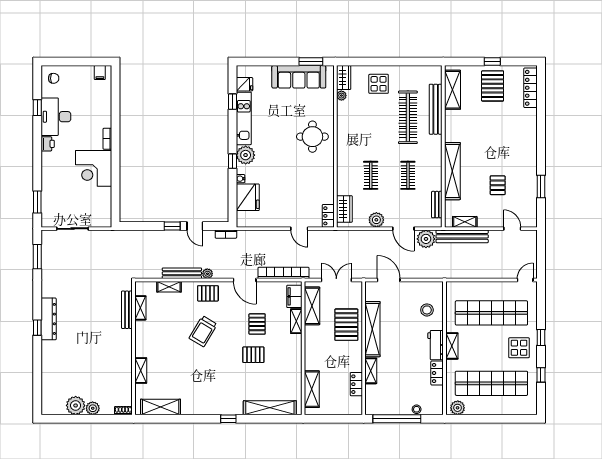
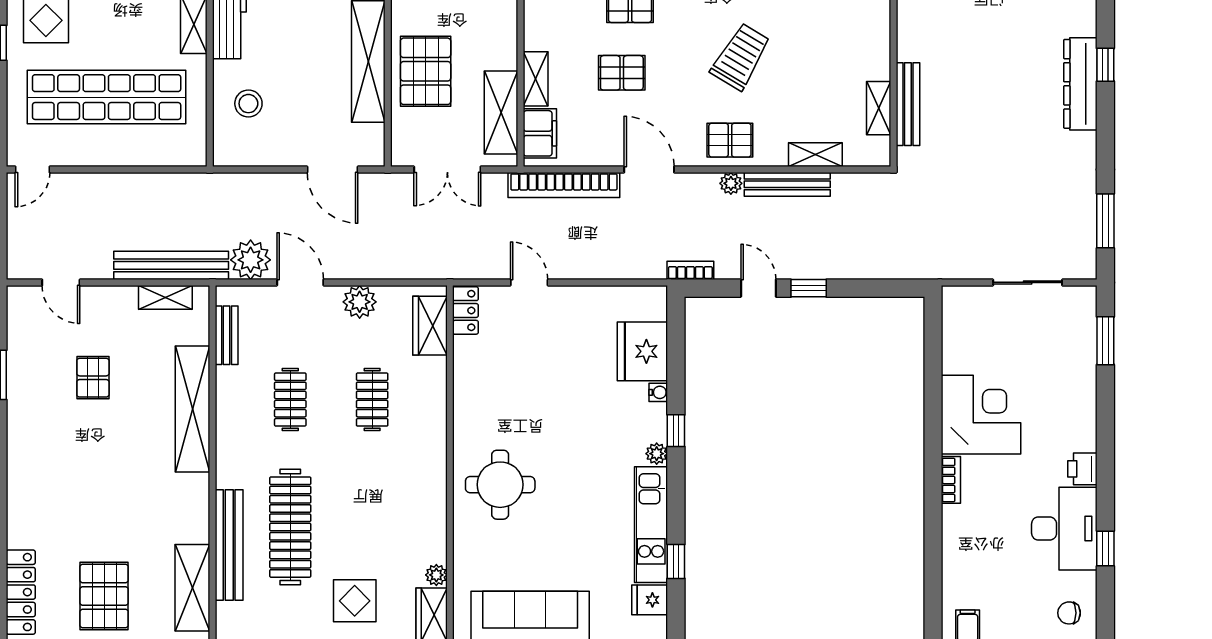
plant: (246, 155) -> (657, 454), width x0.53, depth x0.53
pallet: (257, 324) -> (622, 73), turned 90

